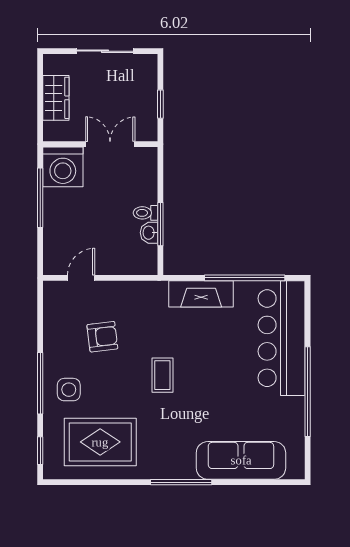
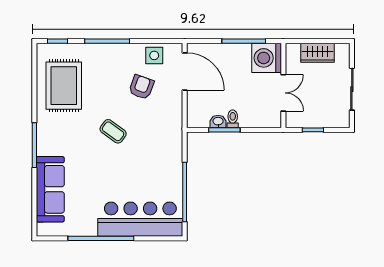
door: (81, 278) -> (185, 72), width x1.88
fireplace: (201, 294) -> (173, 160), removed
armchair: (102, 337) -> (141, 87), turned -153
coffee table: (162, 375) -> (113, 131), turned 36
side table: (69, 390) -> (154, 55), moved

